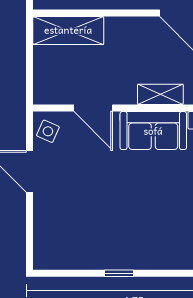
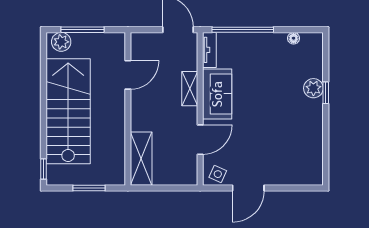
plant: (161, 257) -> (313, 88), added
window: (119, 273) -> (326, 93), moved

